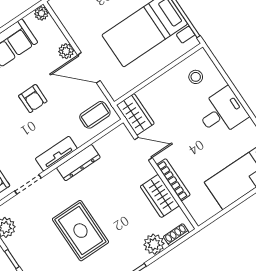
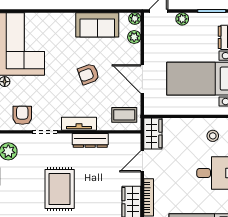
plant: (66, 51) -> (134, 37), moved
armchair: (33, 99) -> (88, 74), turned 70
door: (143, 149) -> (142, 161), swing flipped

